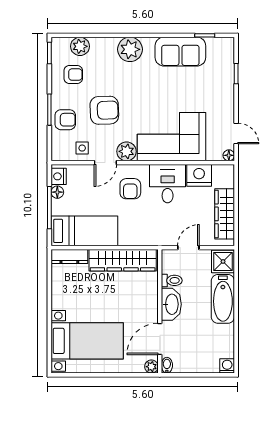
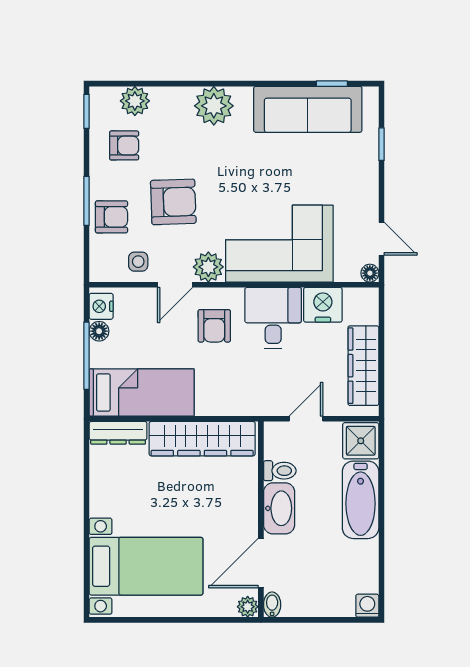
sofa: (180, 52) -> (308, 109), width x1.36

